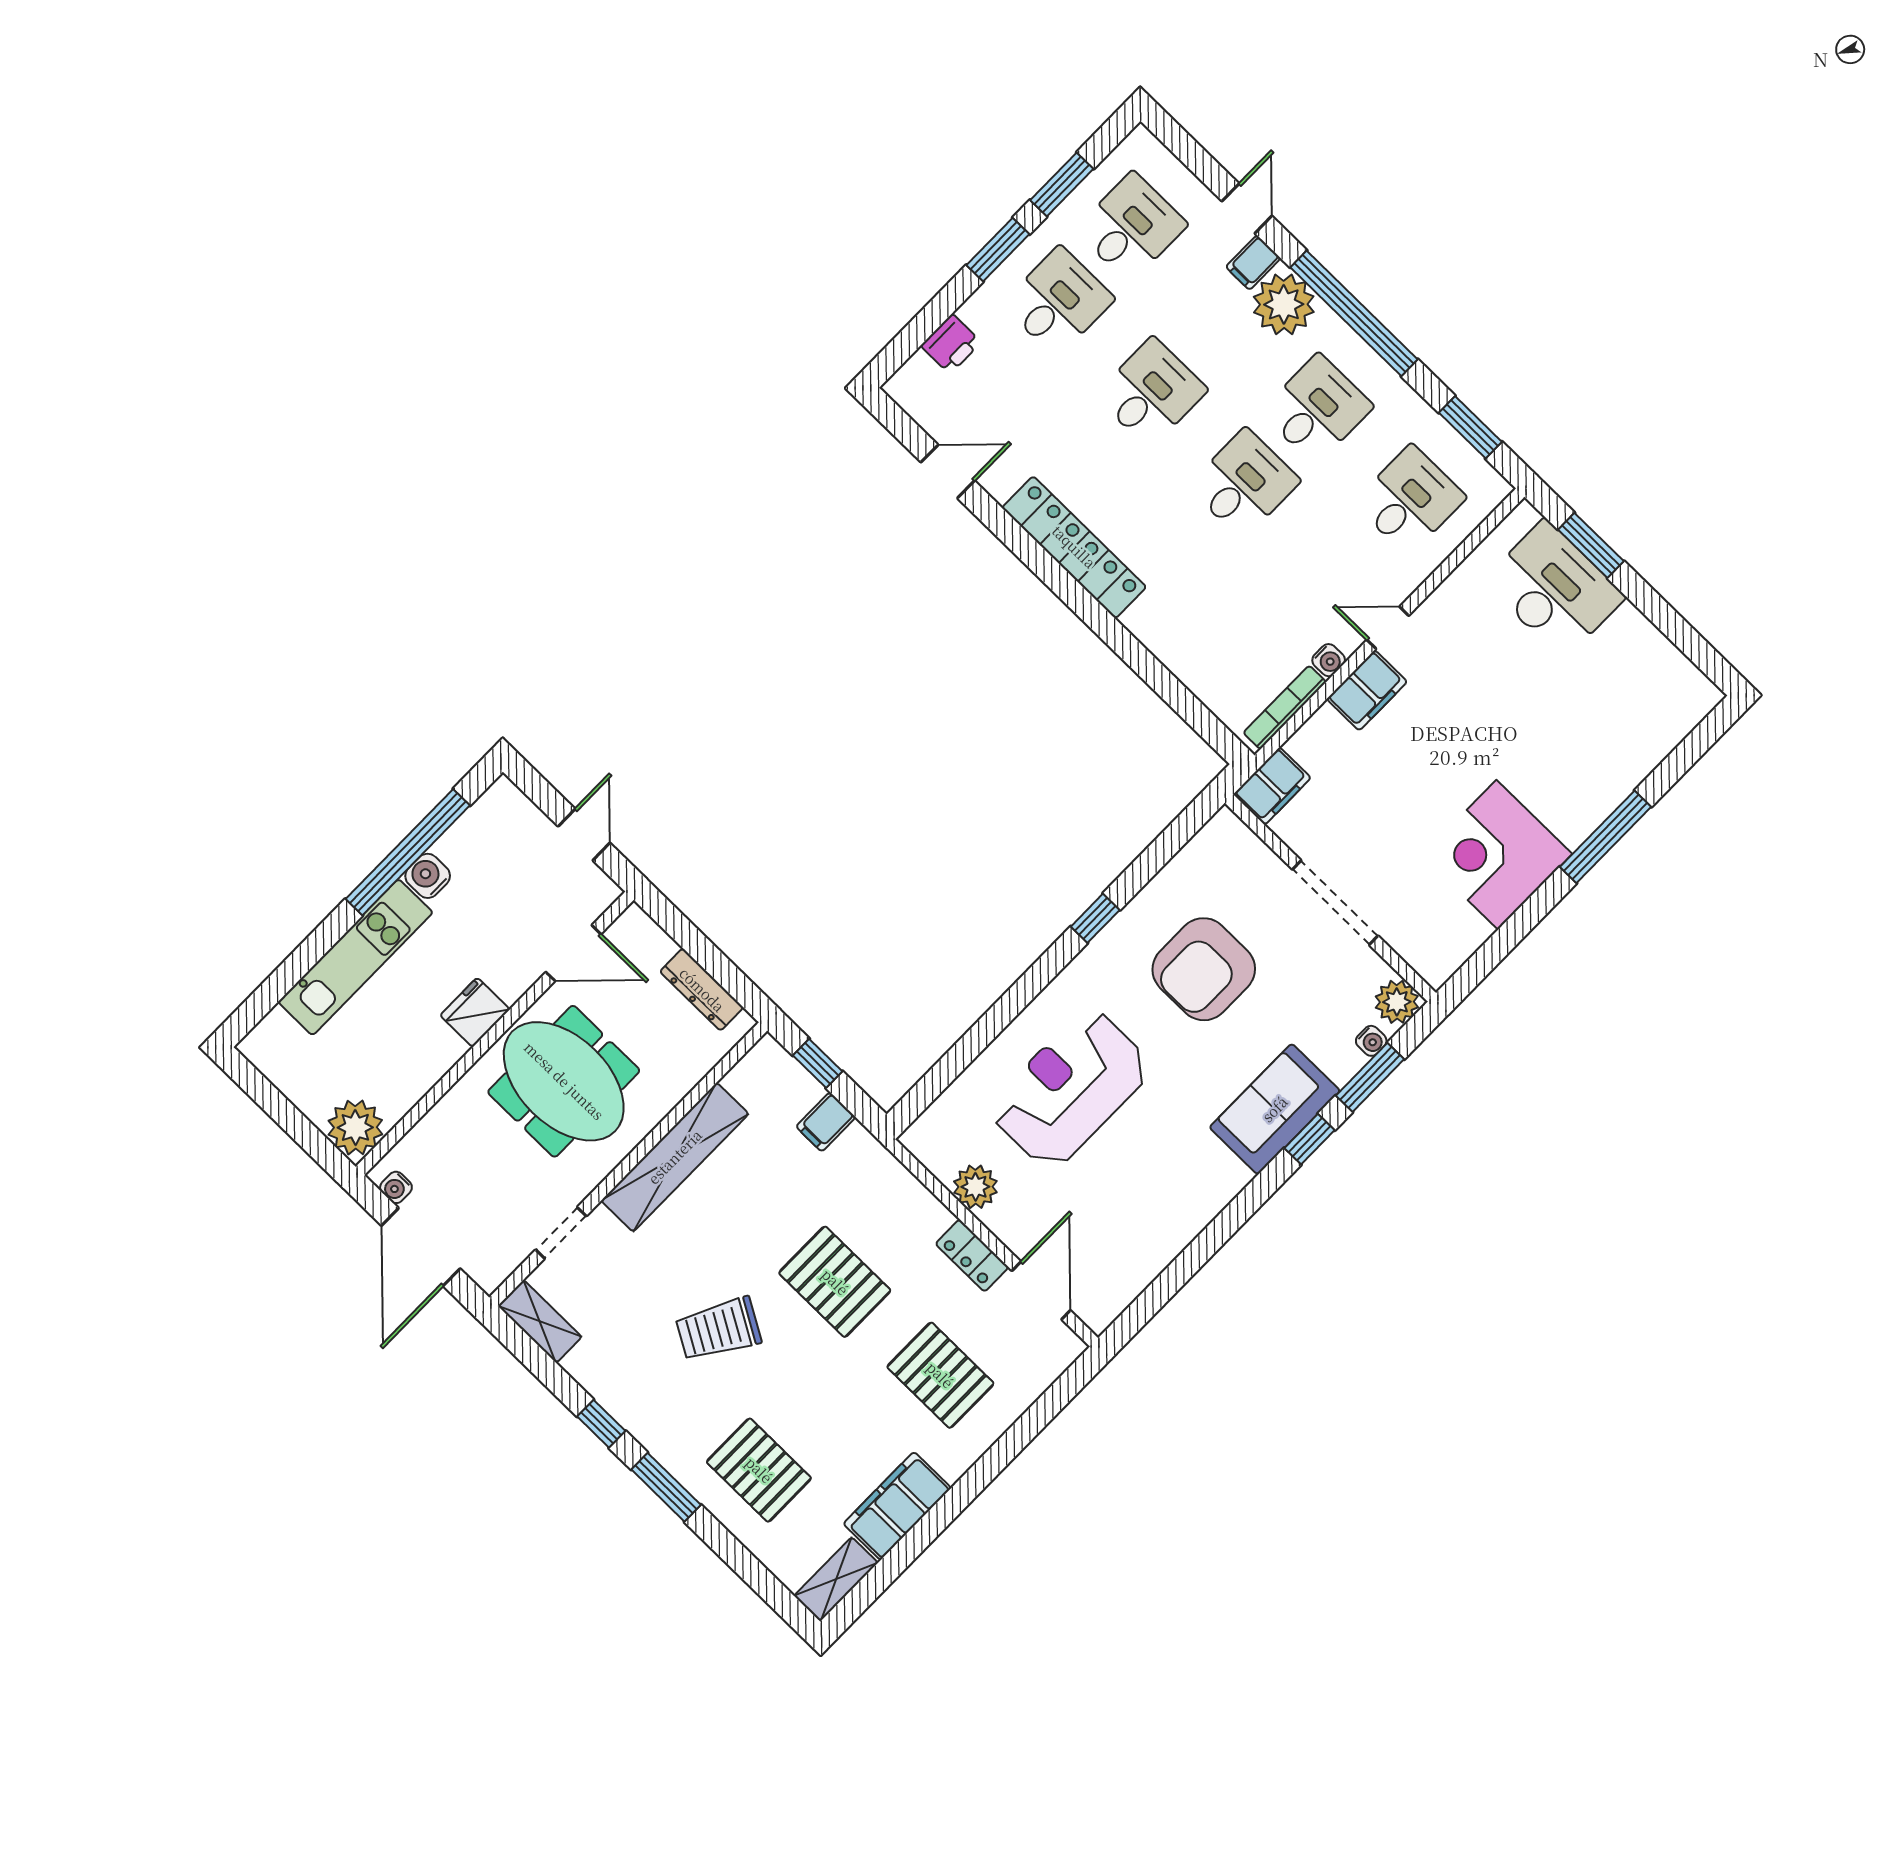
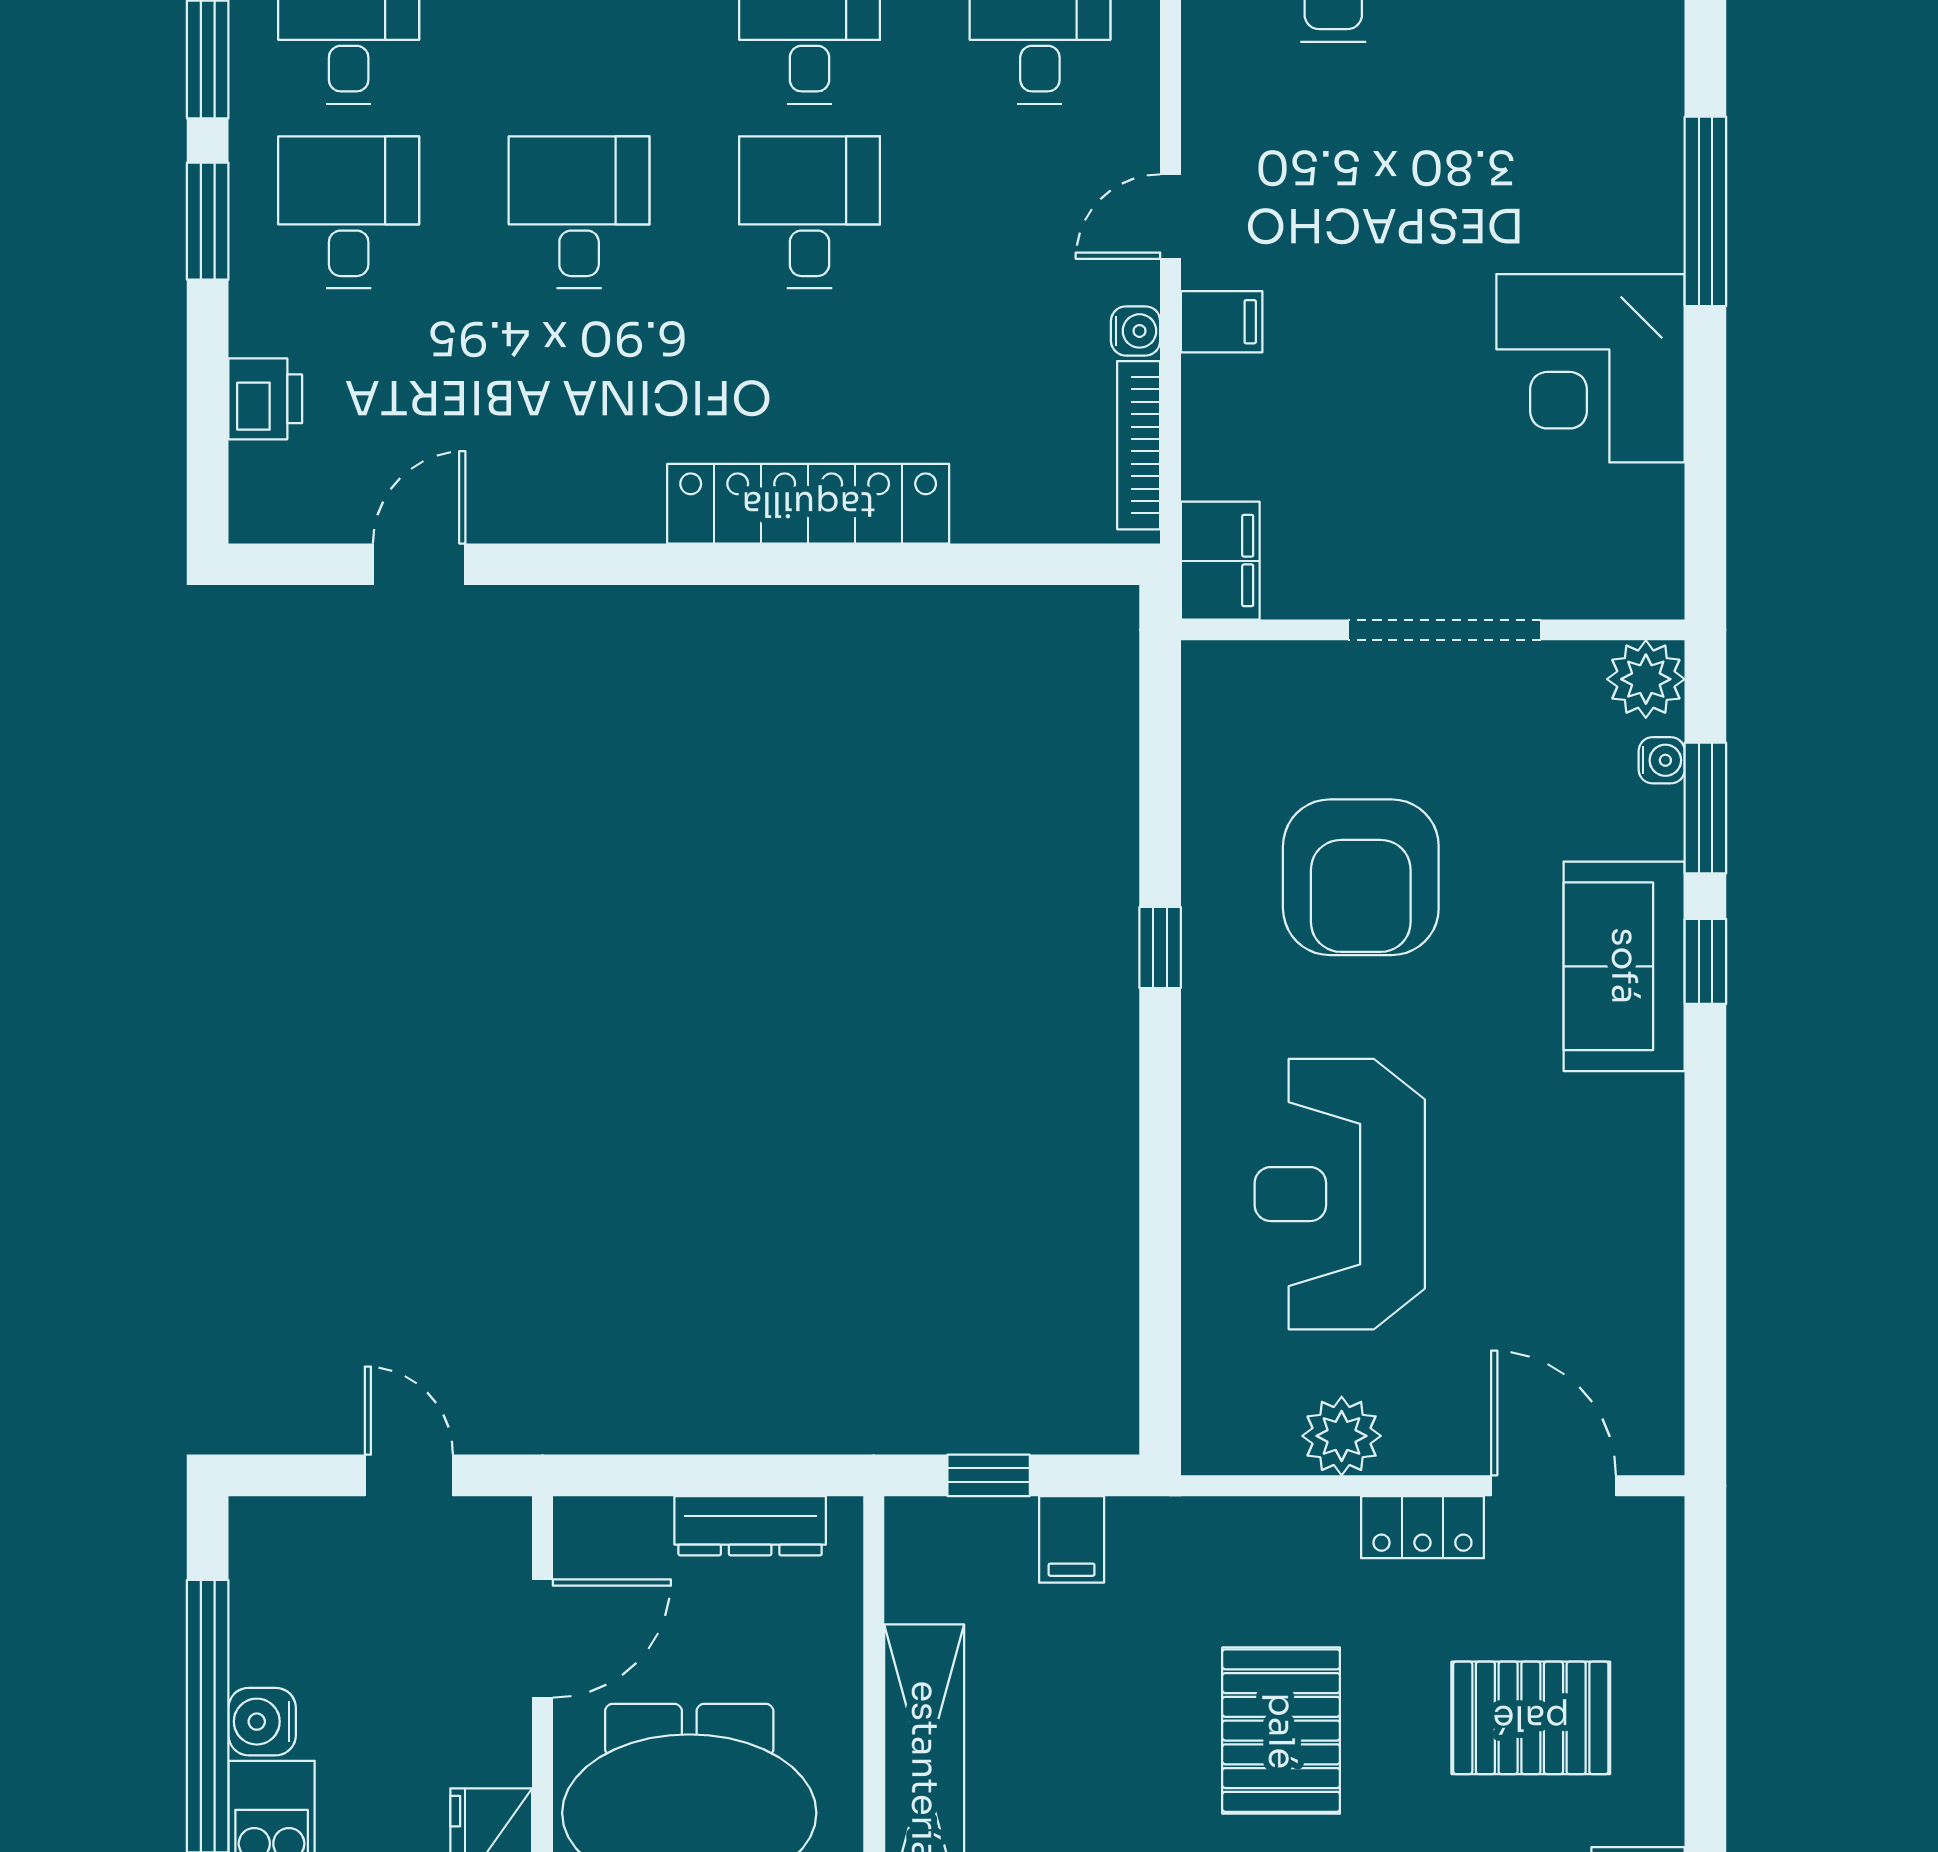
locker: (1074, 547) -> (808, 504), moved
filing cabinet: (1367, 690) -> (1222, 322), width x0.50
pallet: (835, 1282) -> (1281, 1731), turned 90

